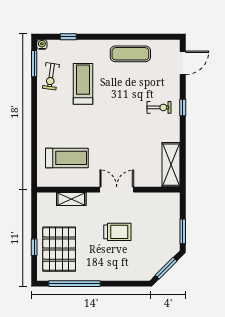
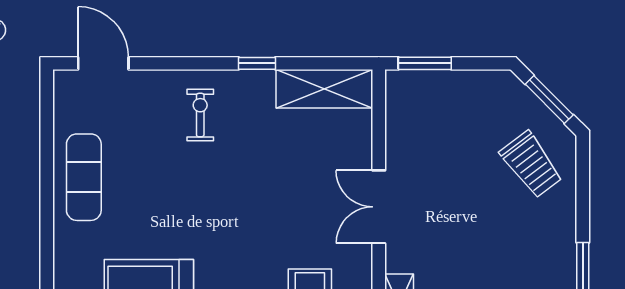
window: (183, 107) -> (257, 63), moved
window: (183, 231) -> (425, 63), moved
trolley: (117, 232) -> (531, 164), moved, turned 143

